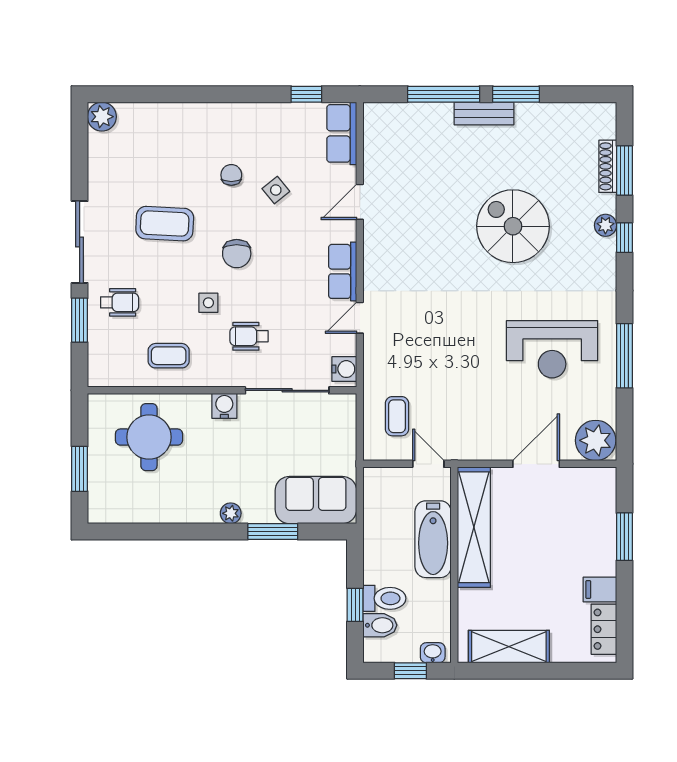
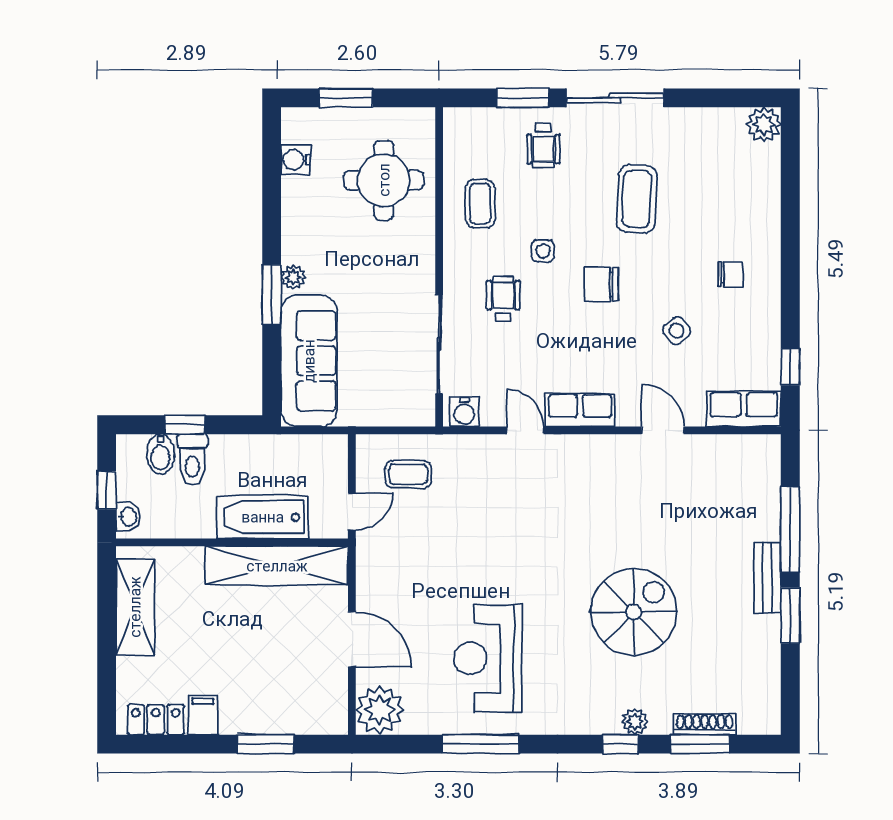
chair: (231, 175) -> (730, 274), moved
water cooler: (224, 406) -> (296, 160), moved, turned 180
sofa: (316, 500) -> (309, 361), width x1.36
window: (273, 532) -> (272, 294), moved

